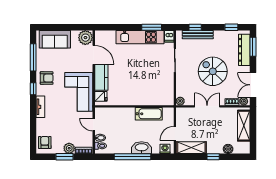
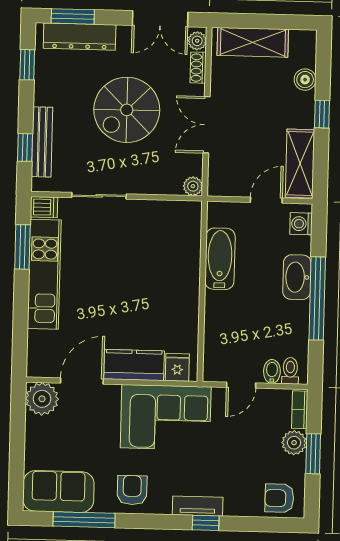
sofa: (55, 39) -> (58, 492), moved, turned -90
window: (33, 89) -> (206, 523), moved
door: (175, 133) -> (266, 200), swing flipped

